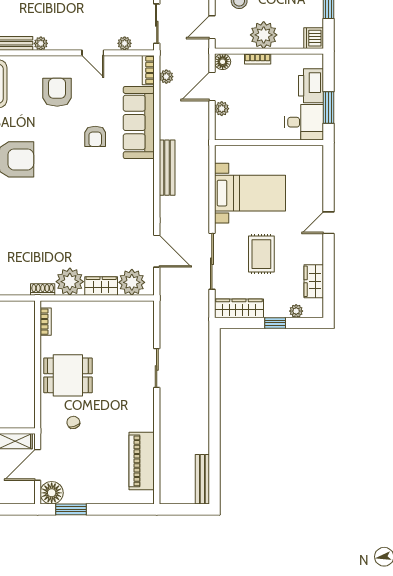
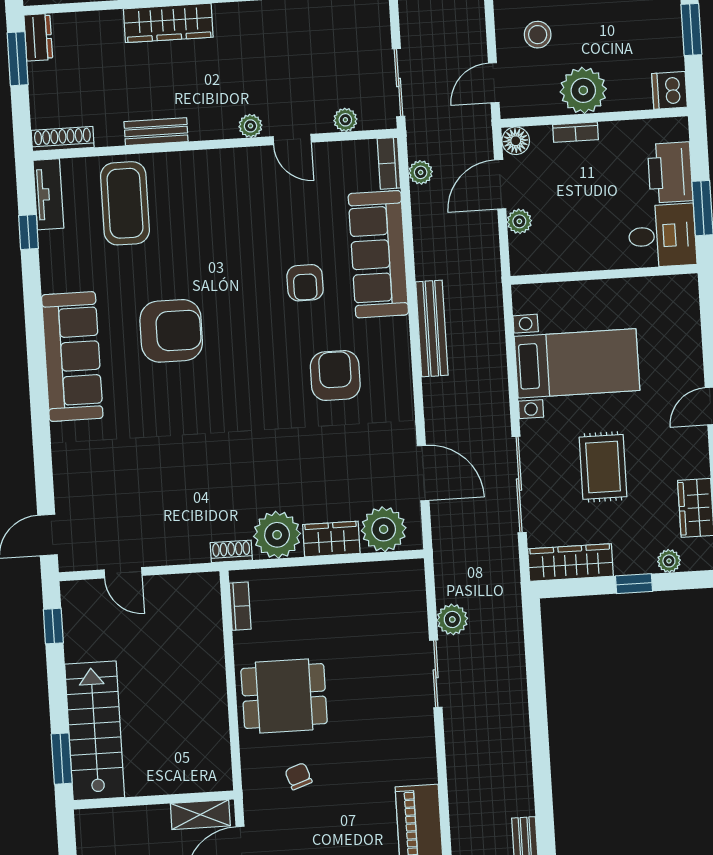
plant: (41, 43) -> (250, 126), moved
armchair: (57, 92) -> (335, 376), moved
plant: (168, 337) -> (452, 619), added

